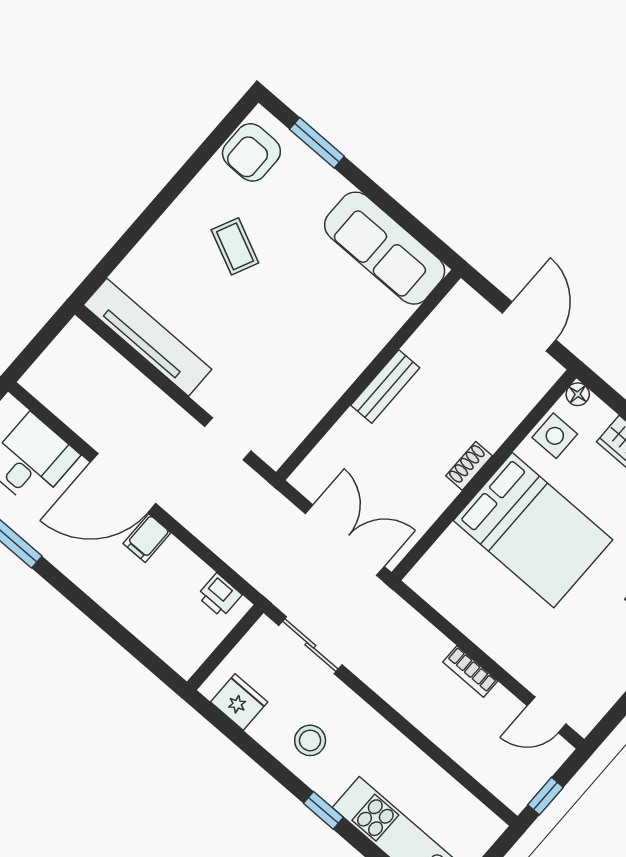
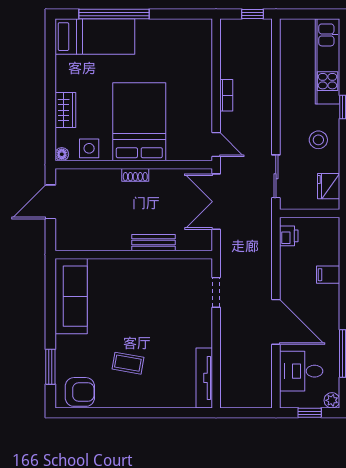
coffee table: (235, 246) -> (128, 363), turned 75
tv unit: (148, 337) -> (204, 378), width x0.73, depth x0.78
bench: (385, 387) -> (153, 243), moved
filing cabinet: (147, 538) -> (328, 275), moved, turned 180
door: (547, 715) -> (216, 144), moved

